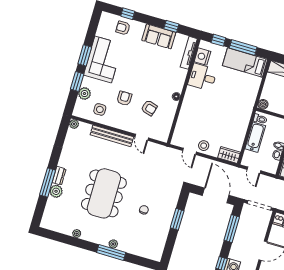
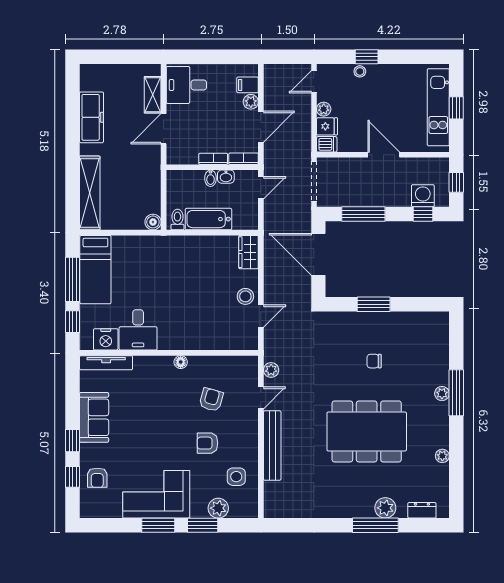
window: (171, 26) -> (73, 441), moved
plant: (74, 124) -> (271, 370), moved
door: (254, 170) -> (261, 188), moved
dresser: (59, 176) -> (422, 510), moved
door: (216, 195) -> (318, 254), hinge flipped

